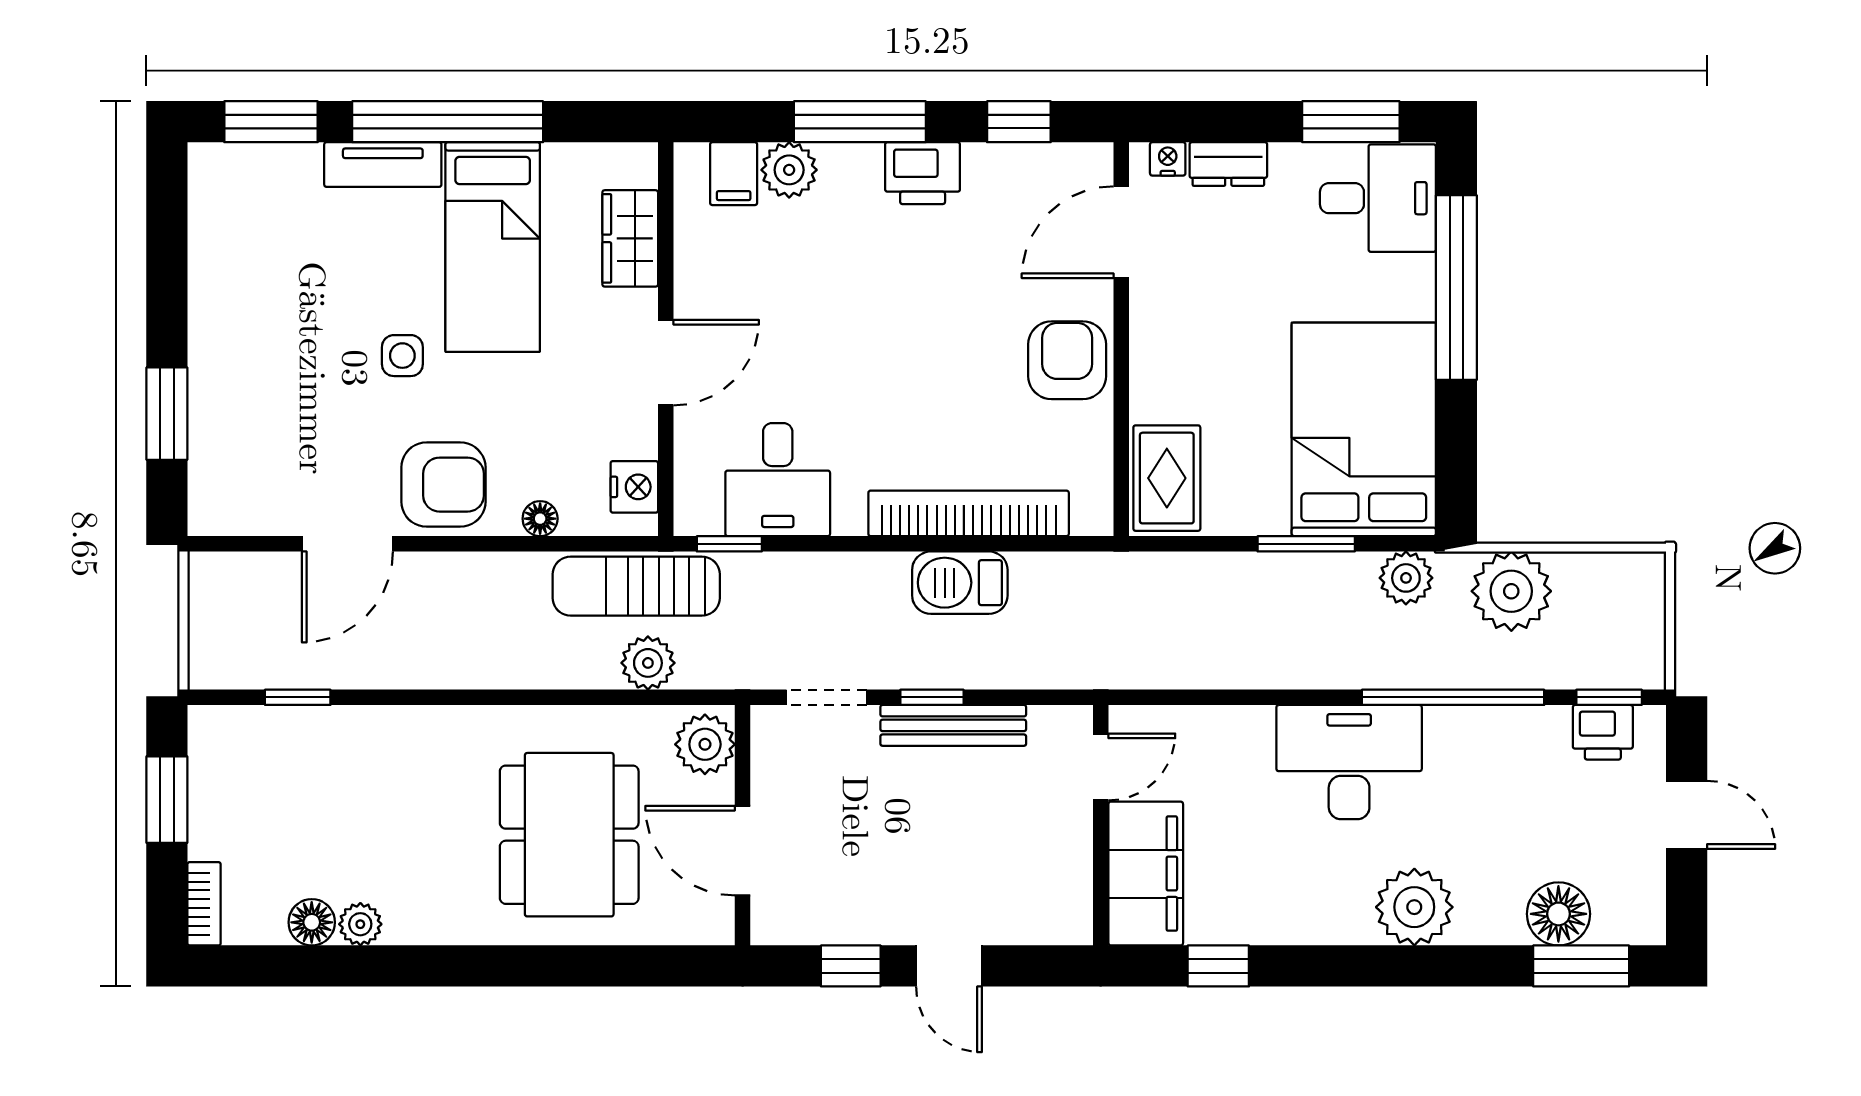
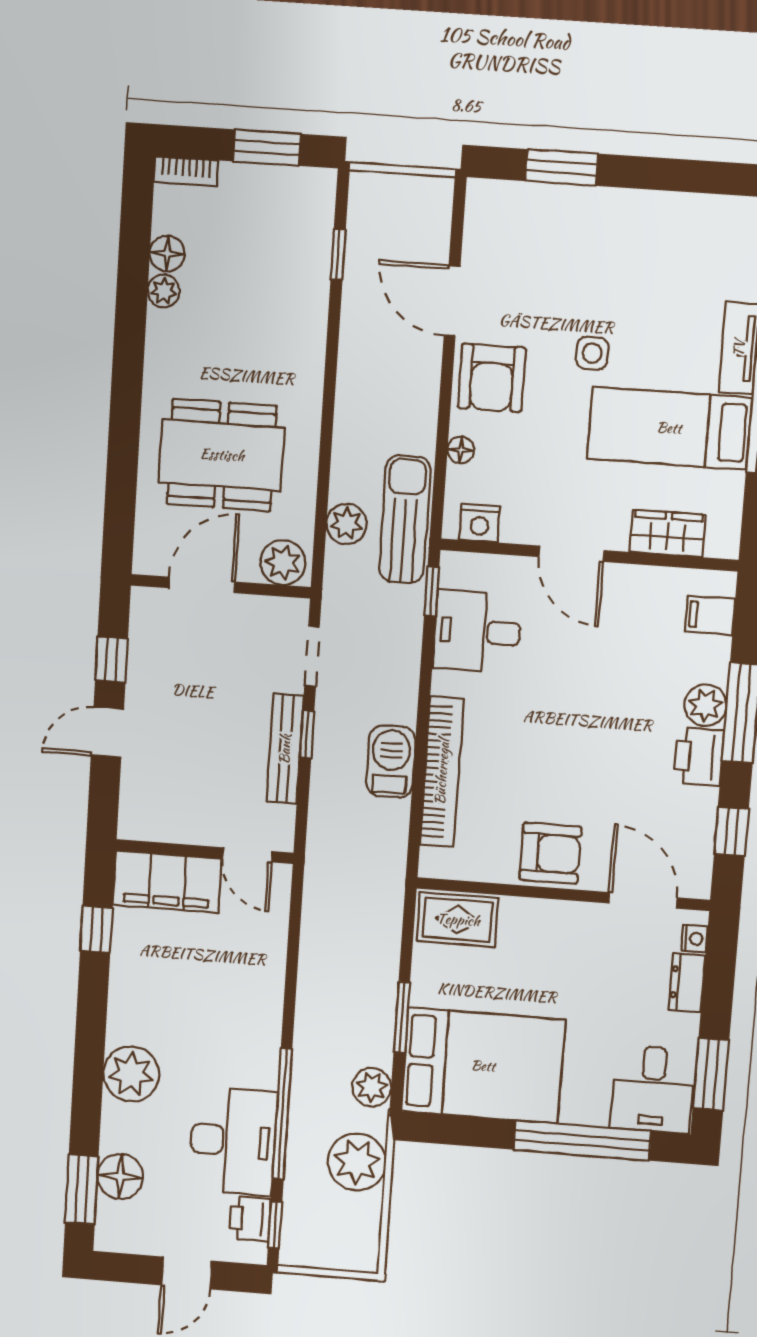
plant: (789, 170) -> (705, 705), moved
desk: (1349, 762) -> (233, 1141), moved

